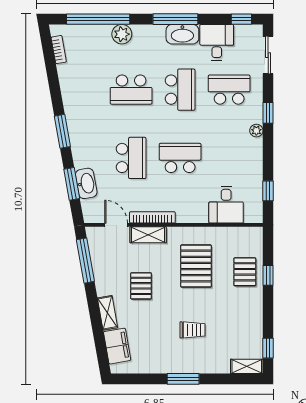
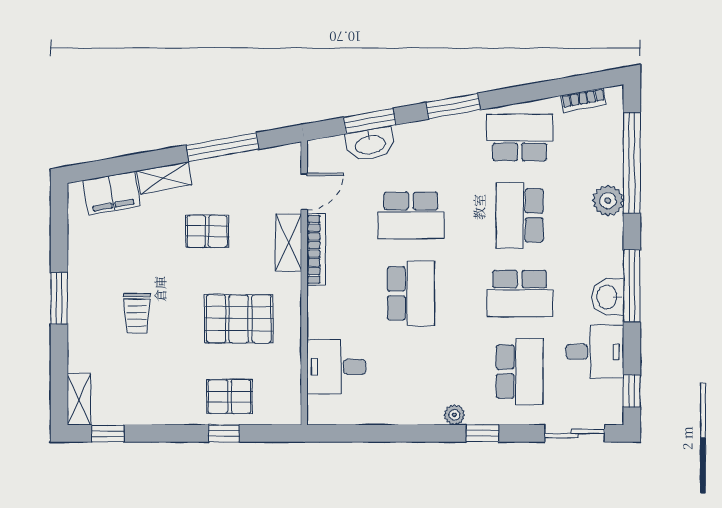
washbasin: (182, 34) -> (608, 297), width x0.72
school desk: (82, 90) -> (520, 137), added
window: (268, 191) -> (358, 433), removed
window: (85, 261) -> (222, 147), moved

